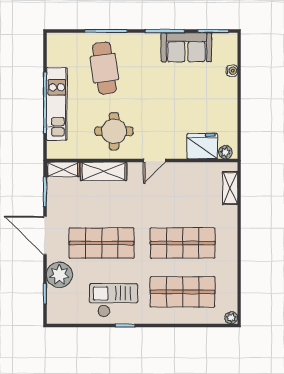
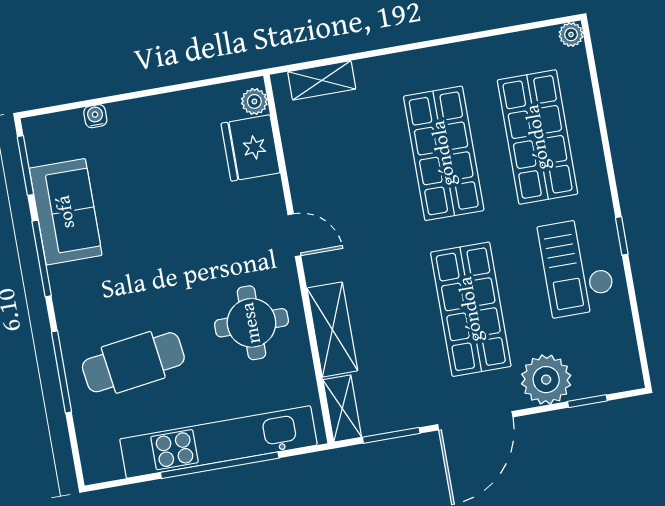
kitchen unit: (57, 104) -> (218, 442), width x1.36

